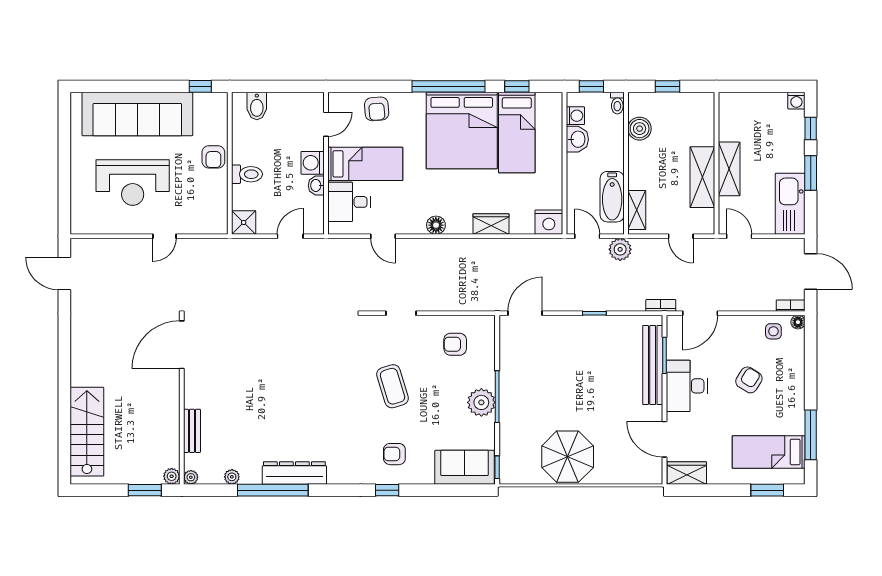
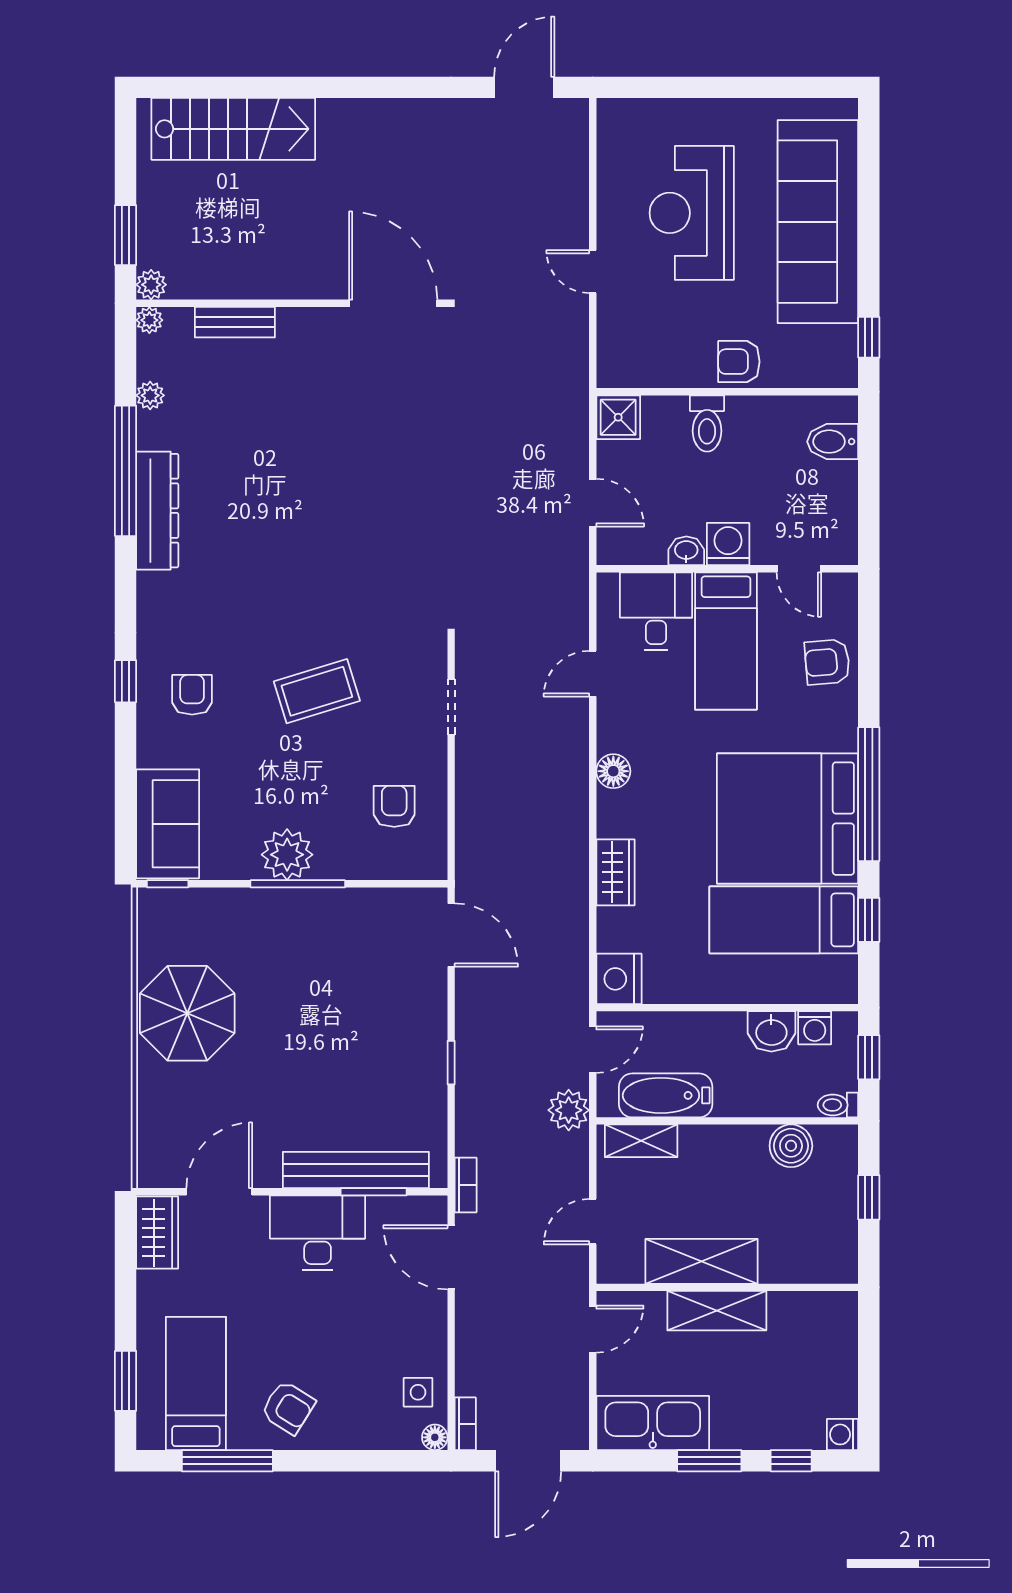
armchair: (749, 380) -> (288, 1408), moved

